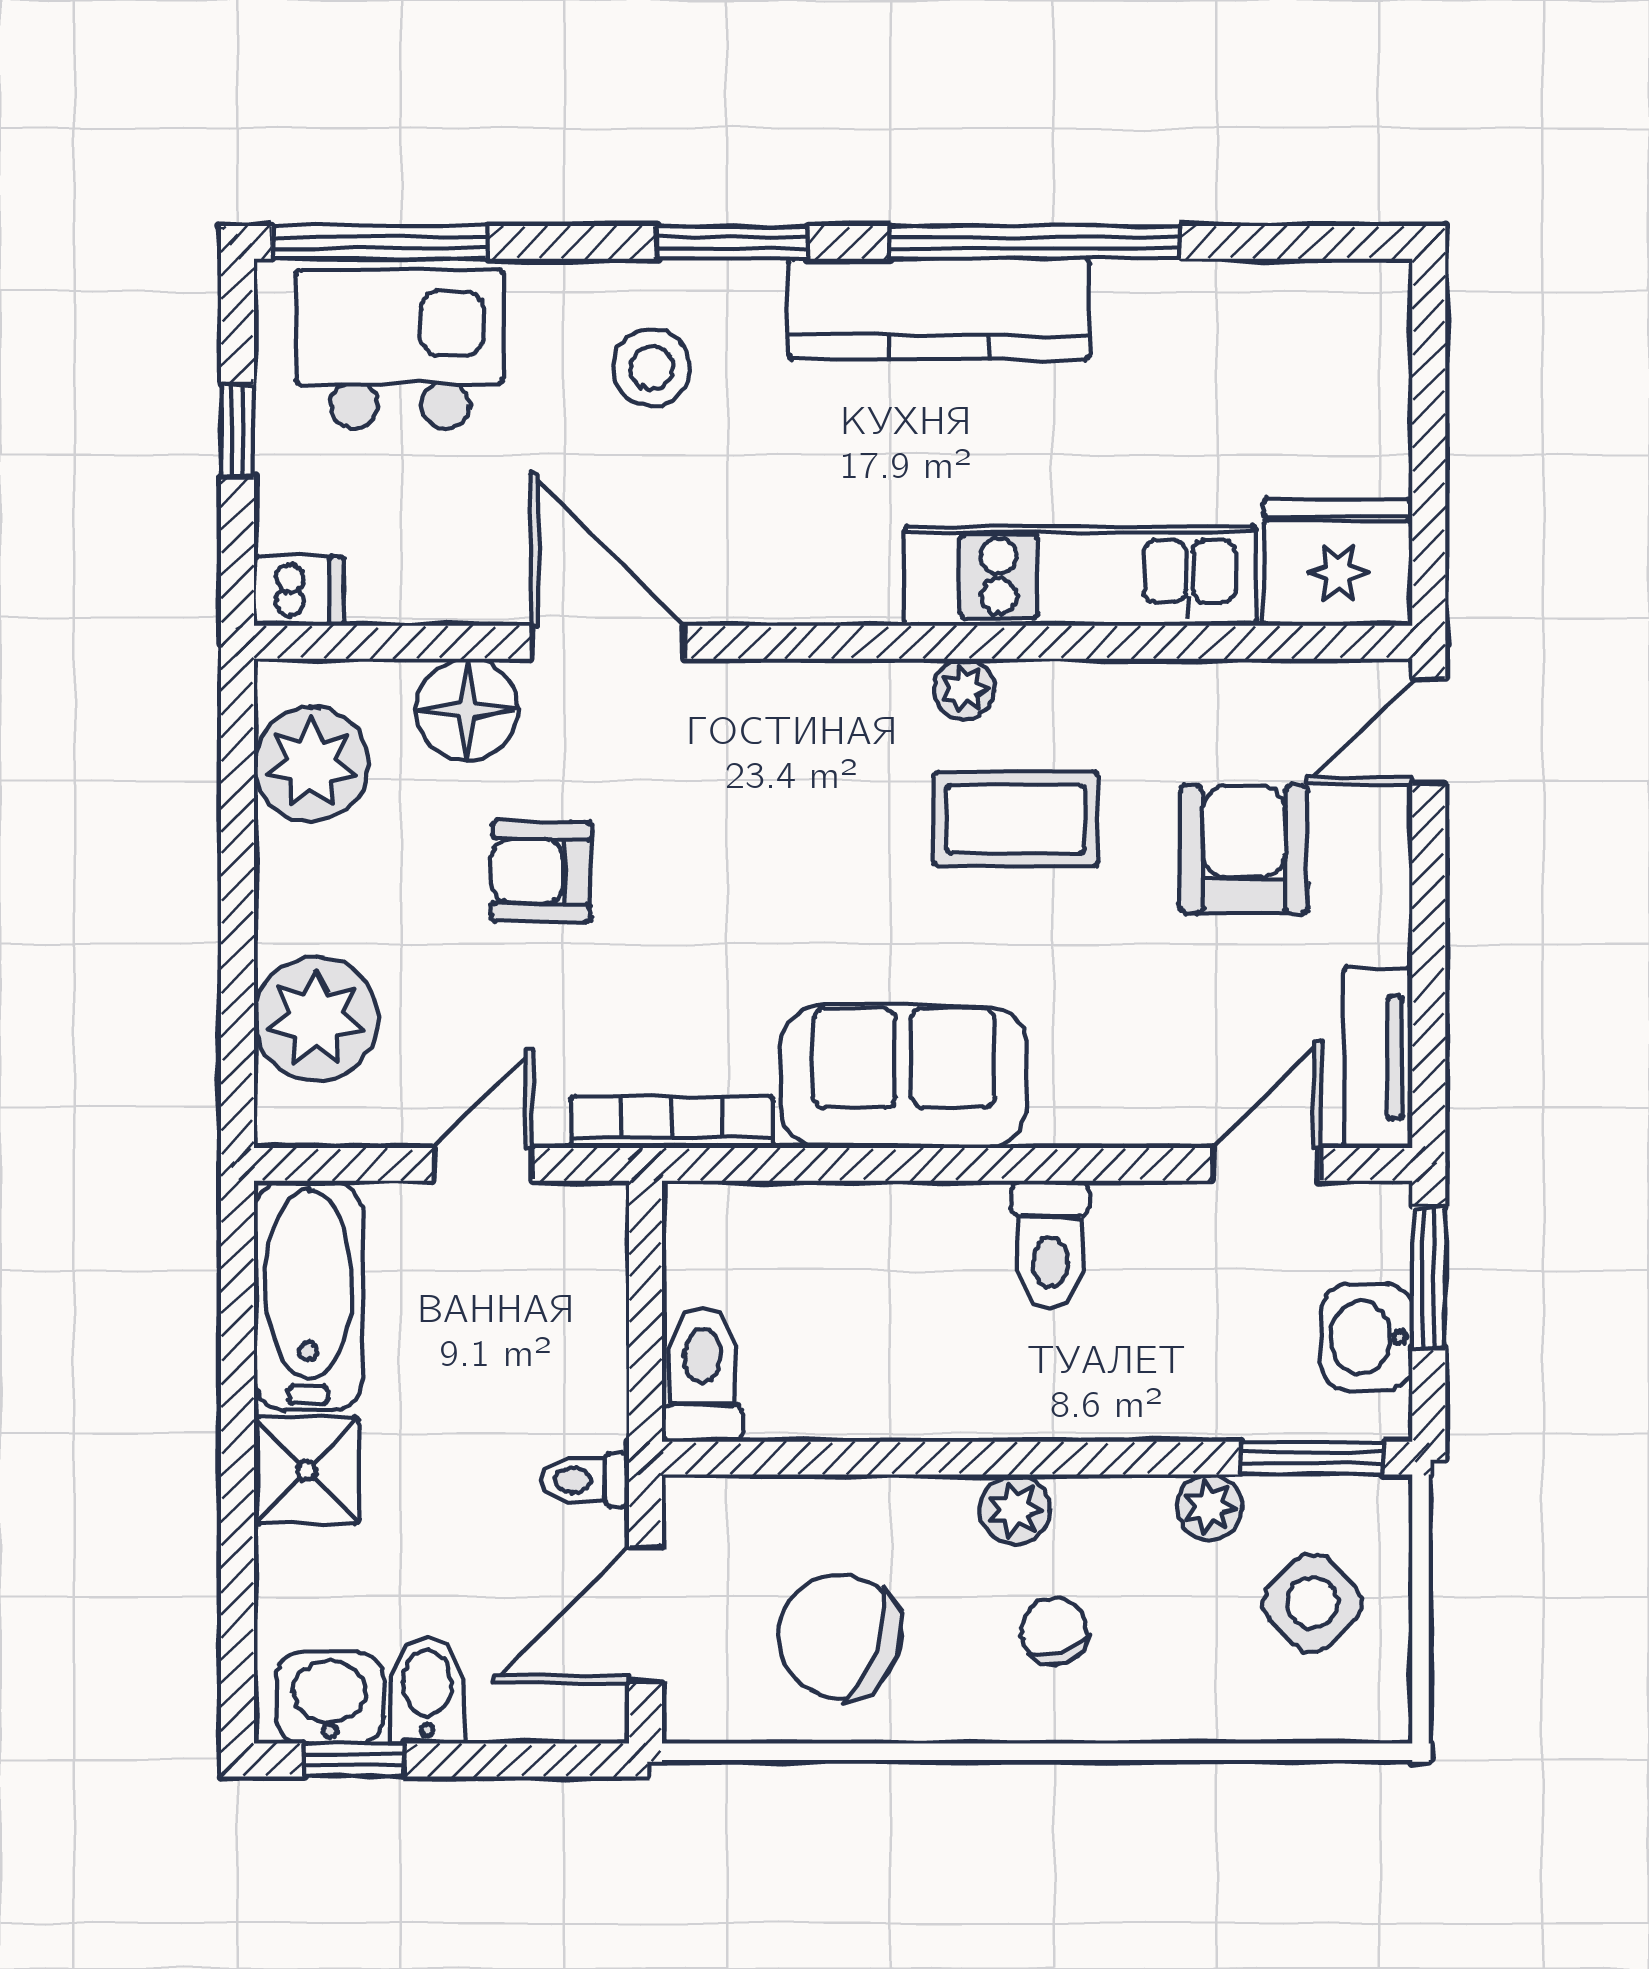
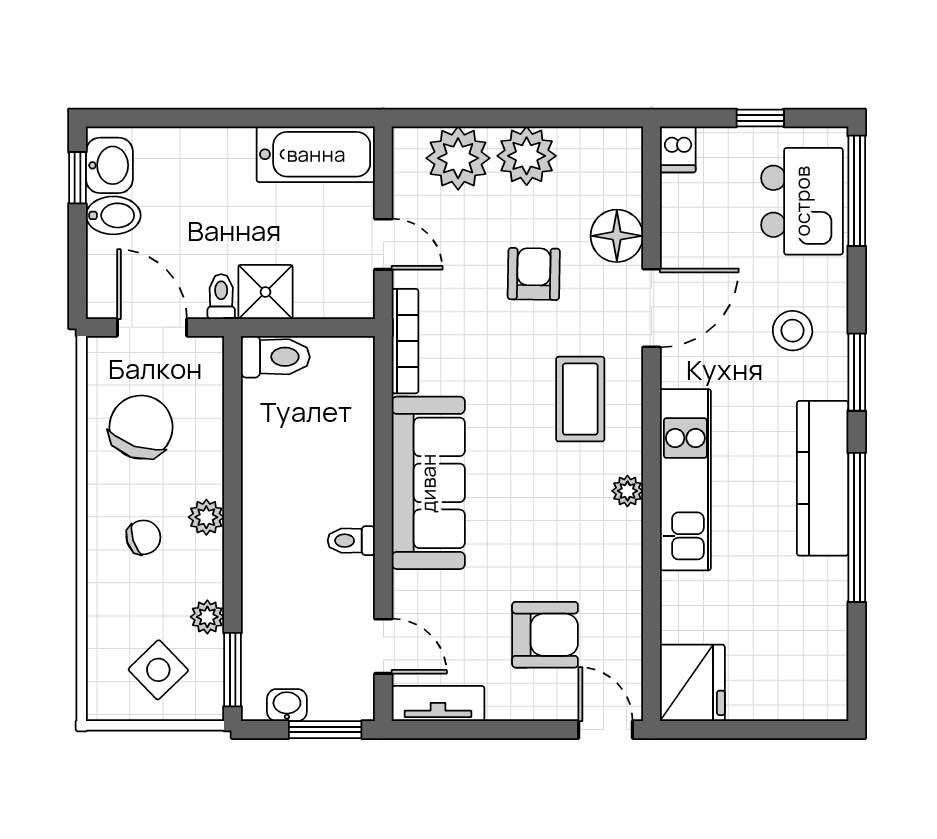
kitchen unit: (1080, 576) -> (685, 480), moved
plant: (311, 764) -> (527, 156), moved
coffee table: (1016, 819) -> (580, 399), moved
sofa: (904, 1077) -> (428, 483), width x1.36
toilet: (1050, 1245) -> (351, 541), width x0.73, depth x0.72
washbasin: (1367, 1337) -> (287, 705), width x0.72, depth x0.69
shower: (307, 1470) -> (265, 292), moved

